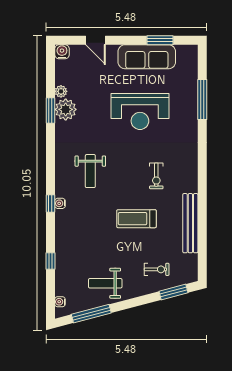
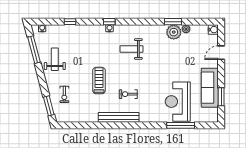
reception desk: (140, 111) -> (178, 102), moved
bench: (190, 223) -> (119, 117), moved

